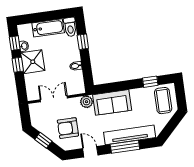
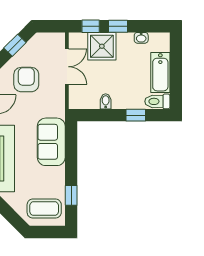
window: (15, 43) -> (91, 26), moved
shower: (33, 62) -> (102, 46), moved
plant: (86, 102) -> (57, 109), removed

